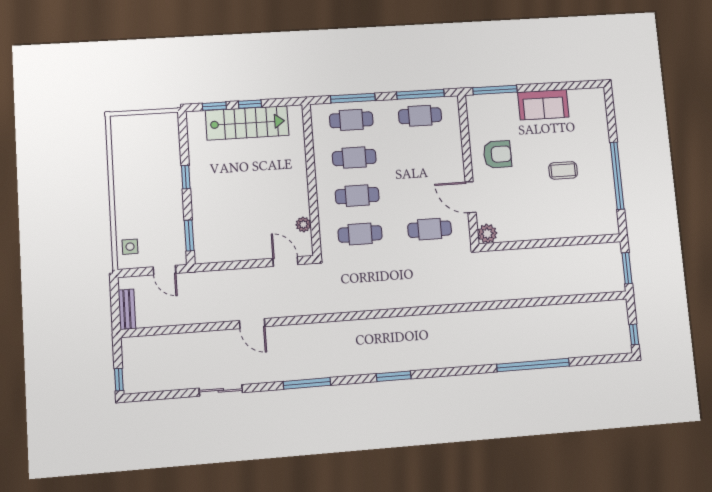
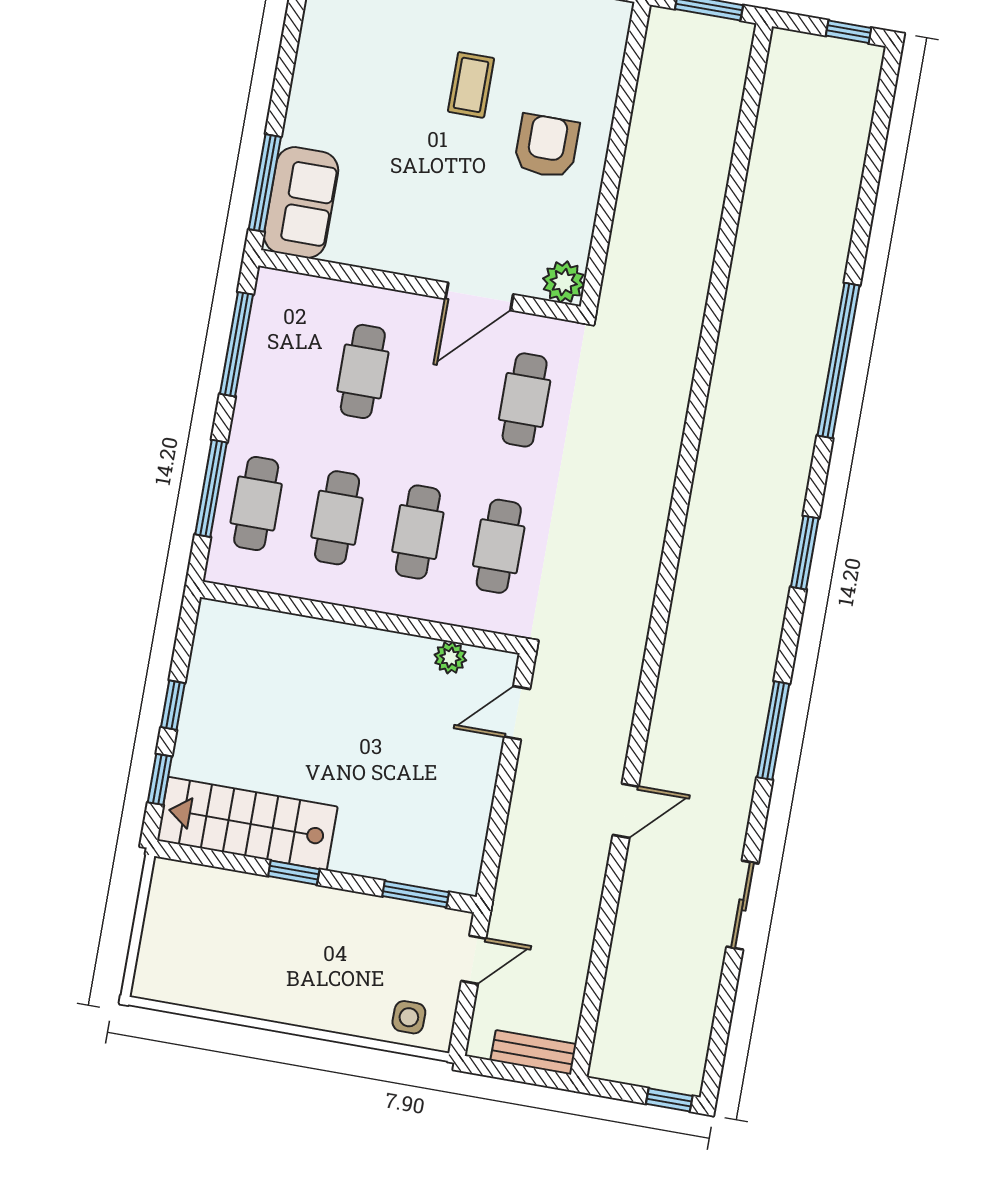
sofa: (543, 105) -> (301, 203), moved
cafe table: (420, 116) -> (363, 371), moved
stairs: (247, 123) -> (247, 824), moved, turned -90
armchair: (497, 154) -> (547, 146), moved
window: (533, 365) -> (839, 361), moved

